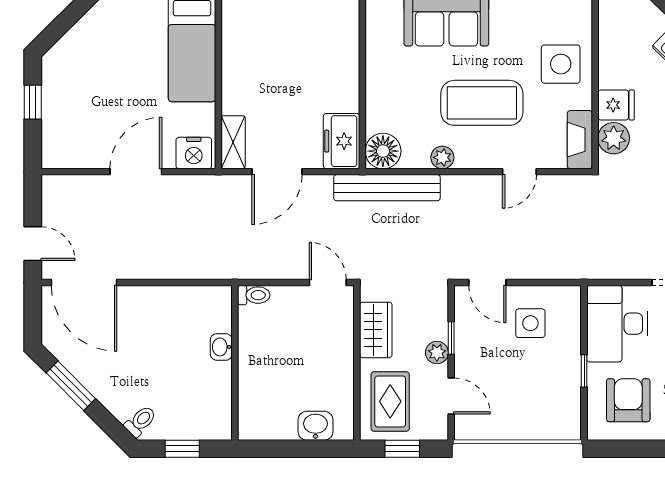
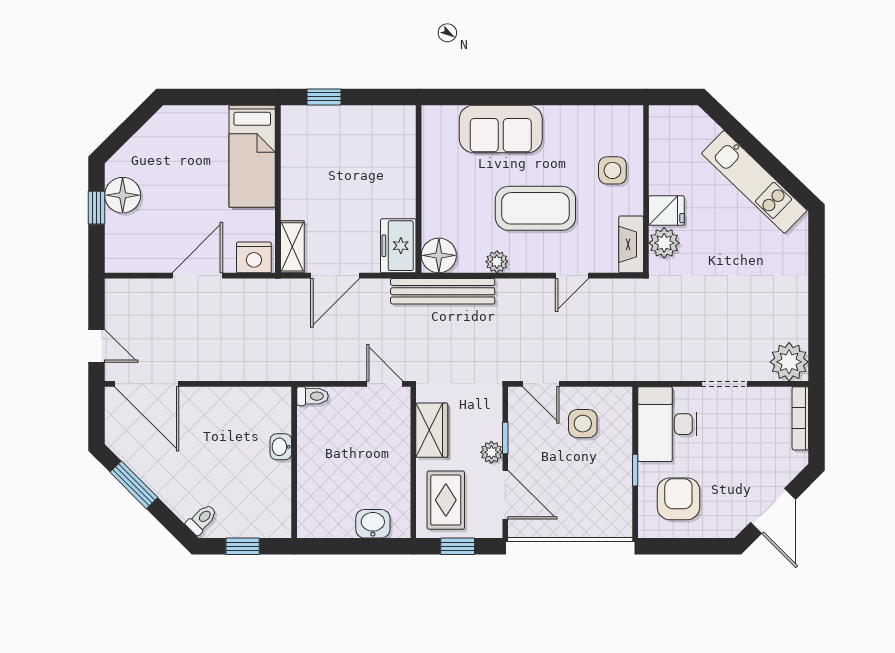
side table: (561, 64) -> (612, 170), width x0.73, depth x0.73
floor lamp: (59, 89) -> (123, 195), added
door: (451, 396) -> (505, 495), width x1.38

